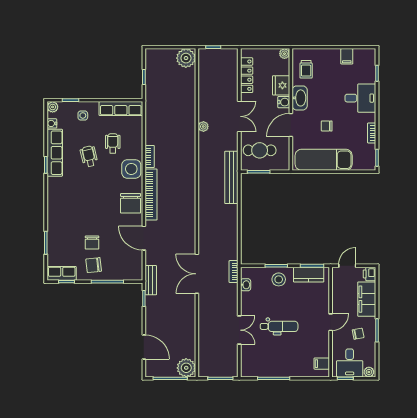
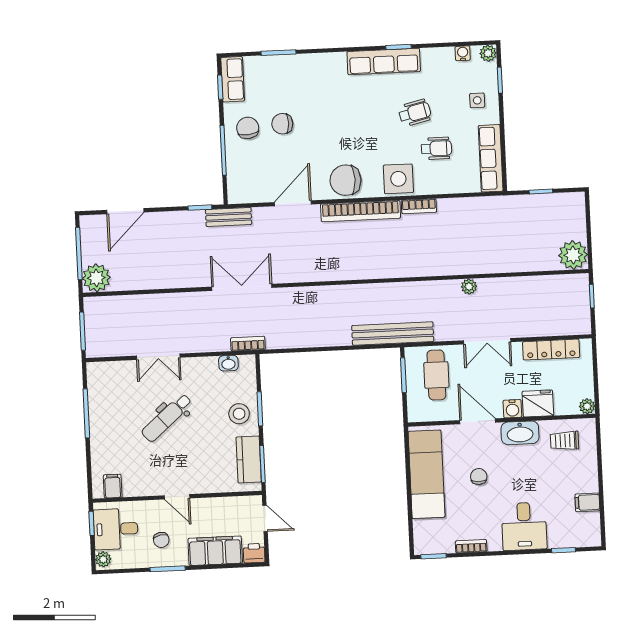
row of seats: (55, 153) -> (384, 61), moved
dental chair: (279, 326) -> (167, 418), turned 49

